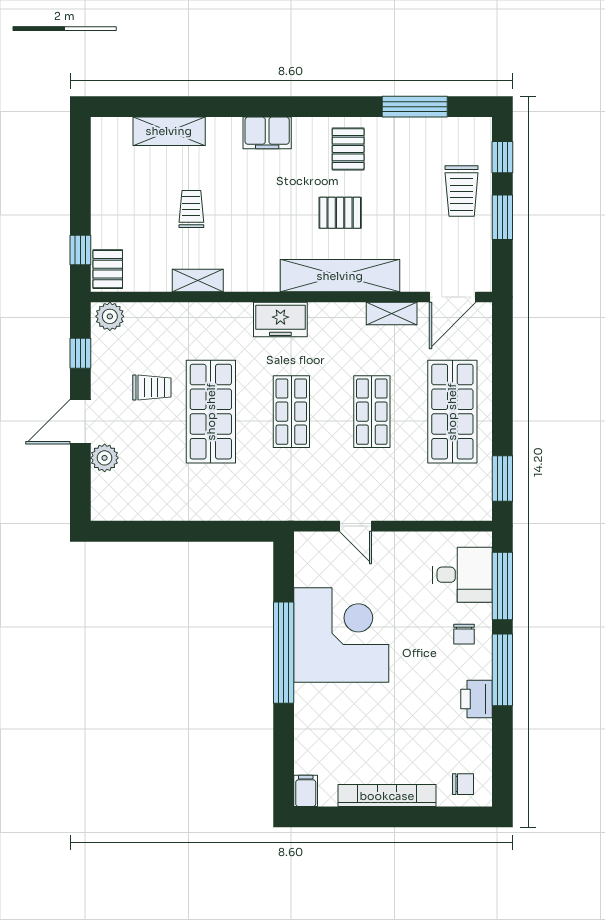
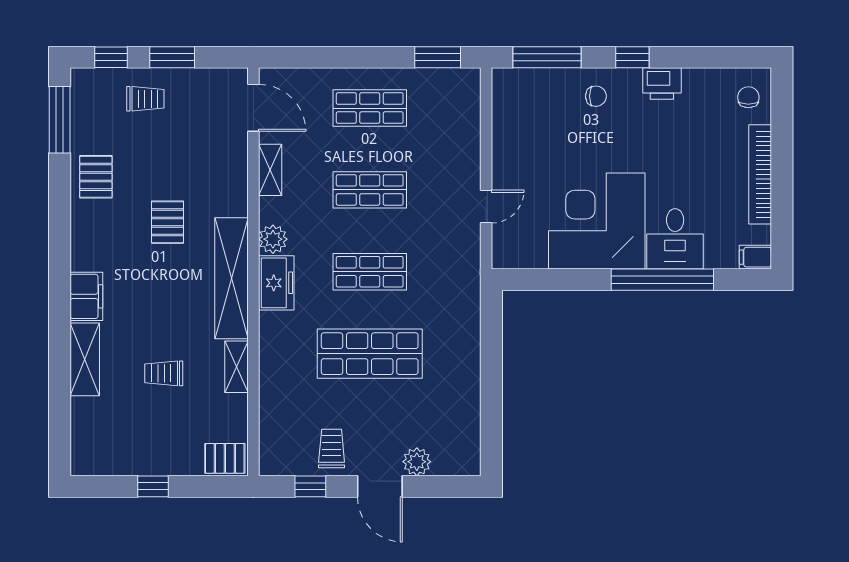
window: (415, 107) -> (60, 120), moved
shelving: (169, 131) -> (85, 359), moved
pallet: (348, 149) -> (96, 177), moved, turned 90
trolley: (462, 191) -> (145, 99), width x0.73, depth x0.72
window: (80, 250) -> (153, 486), moved
shelving: (340, 276) -> (232, 278), moved
plant: (110, 316) -> (273, 239), moved
trolley: (152, 388) -> (332, 448), moved
shop shelf: (452, 412) -> (370, 108), width x0.70, depth x0.74
desk: (462, 575) -> (675, 239), moved, turned 180
window: (284, 653) -> (662, 280), moved
window: (502, 670) -> (632, 57), width x0.46

